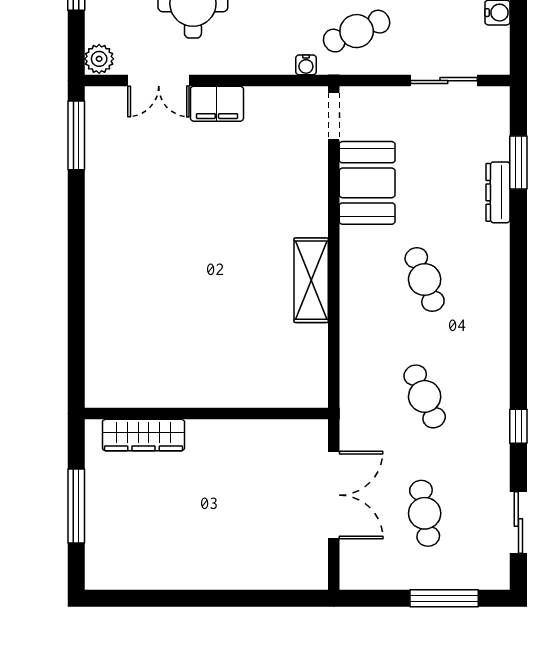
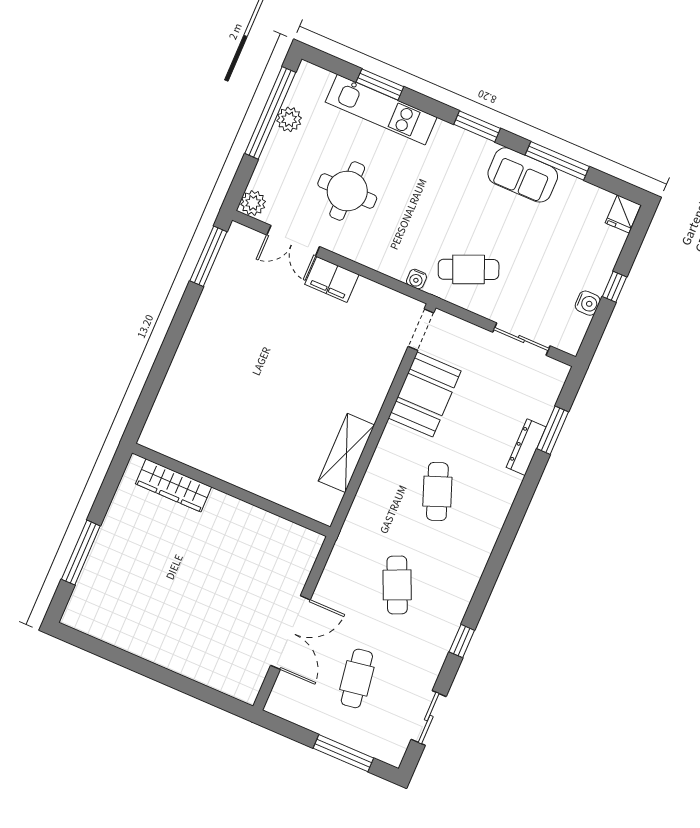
wall: (206, 414) -> (231, 490), moved
wardrobe: (143, 435) -> (174, 485), moved

